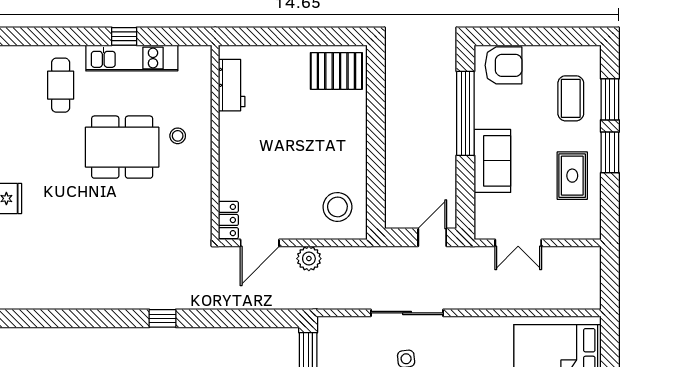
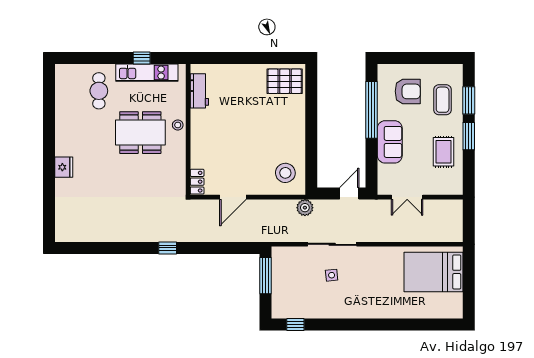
armchair: (504, 65) -> (408, 91), moved
workbench: (232, 85) -> (199, 91), moved
wall: (215, 142) -> (188, 129), moved
locker: (228, 220) -> (197, 182), moved
plant: (309, 259) -> (305, 208), moved

